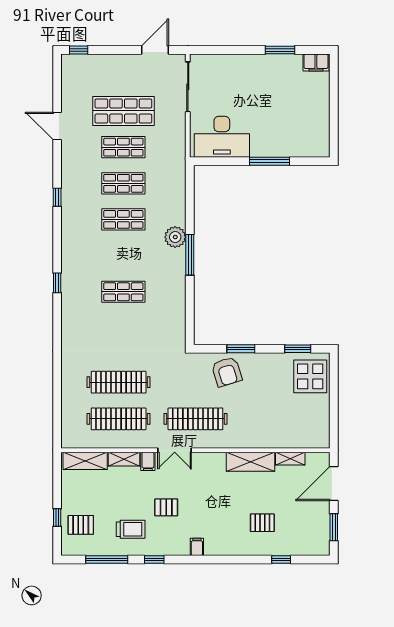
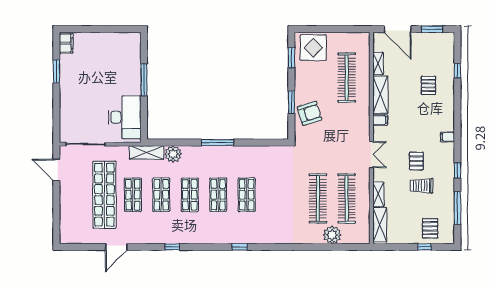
window: (79, 50) -> (56, 230), removed
shop shelf: (123, 111) -> (104, 195), width x1.40
shelving: (177, 165) -> (147, 152), added
plant: (175, 237) -> (173, 154), moved
shop shelf: (123, 256) -> (218, 195), added
plant: (72, 400) -> (332, 235), added
clothes rail: (195, 419) -> (347, 78), moved
filing cabinet: (148, 461) -> (380, 120), moved
trolley: (131, 529) -> (422, 186), moved, turned -90

